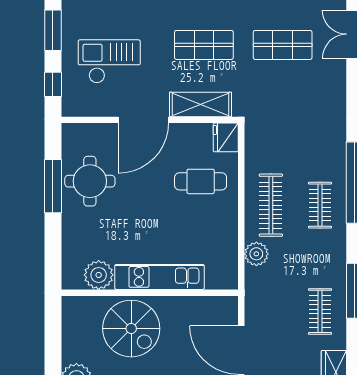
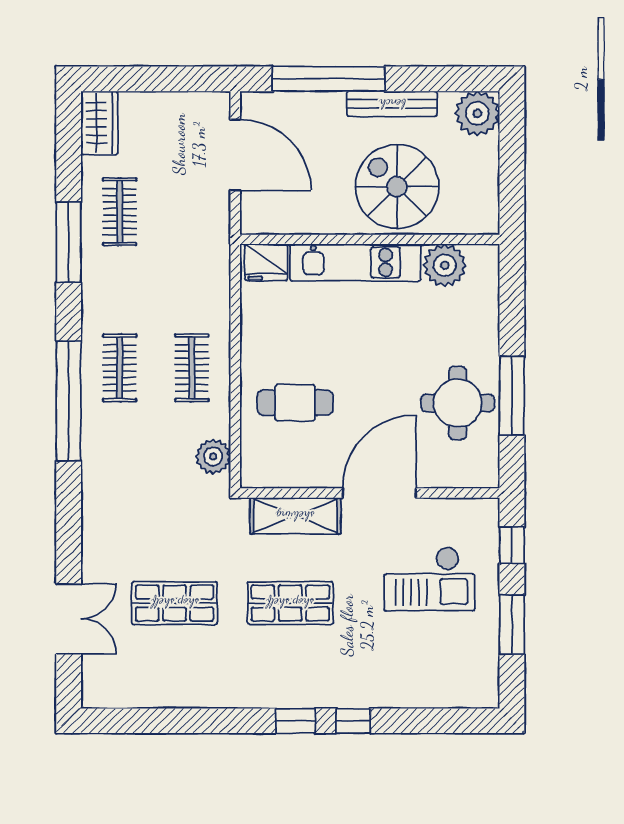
fridge: (226, 137) -> (266, 262), moved, turned 90
clothes rail: (271, 205) -> (192, 368), width x0.73
plant: (256, 254) -> (213, 456), moved

